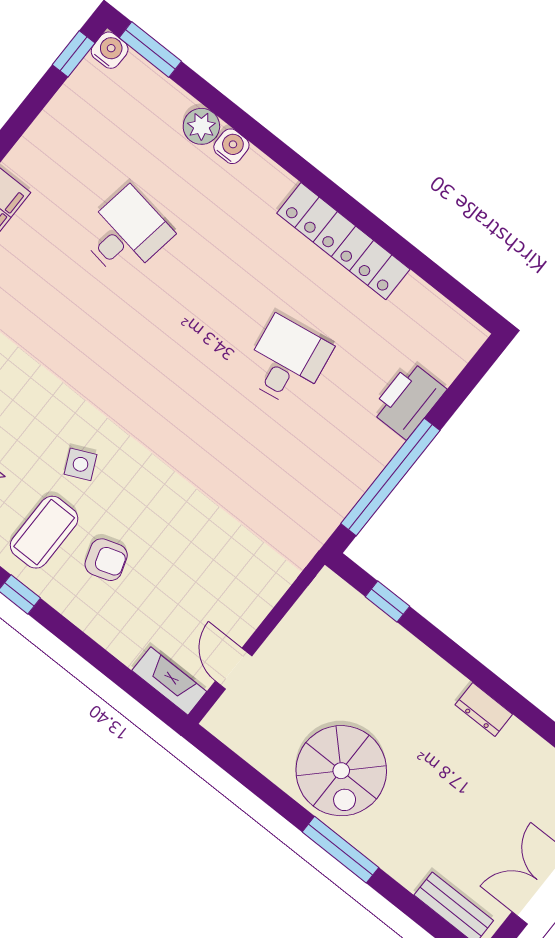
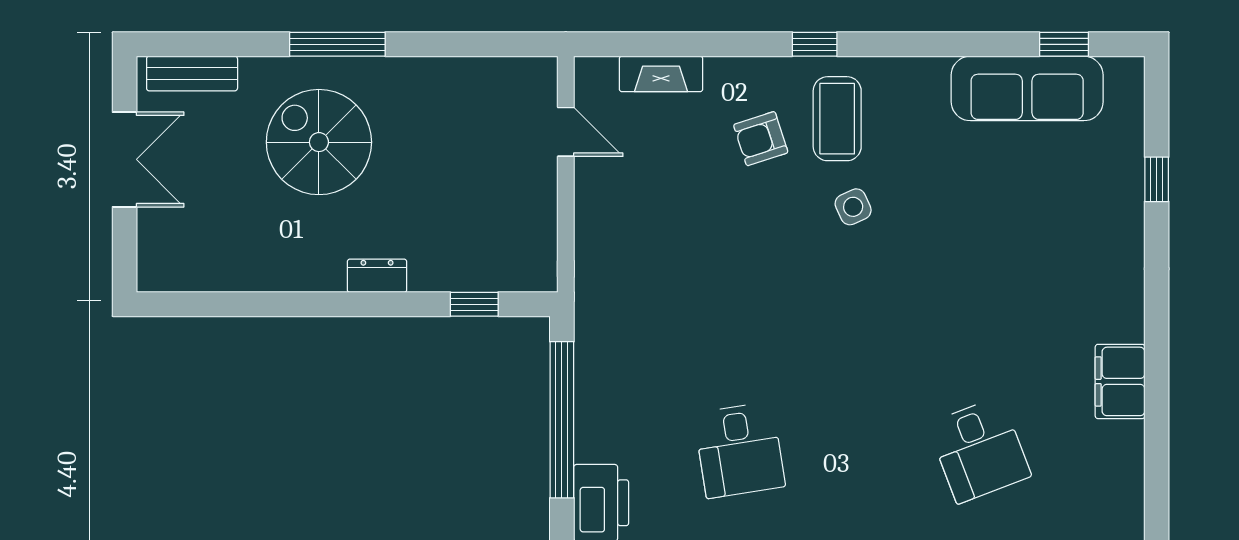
desk: (126, 233) -> (979, 450), turned -30
fireplace: (169, 681) -> (661, 74), moved
dresser: (484, 710) -> (377, 276), moved
spiral stairs: (341, 771) -> (319, 142), moved

